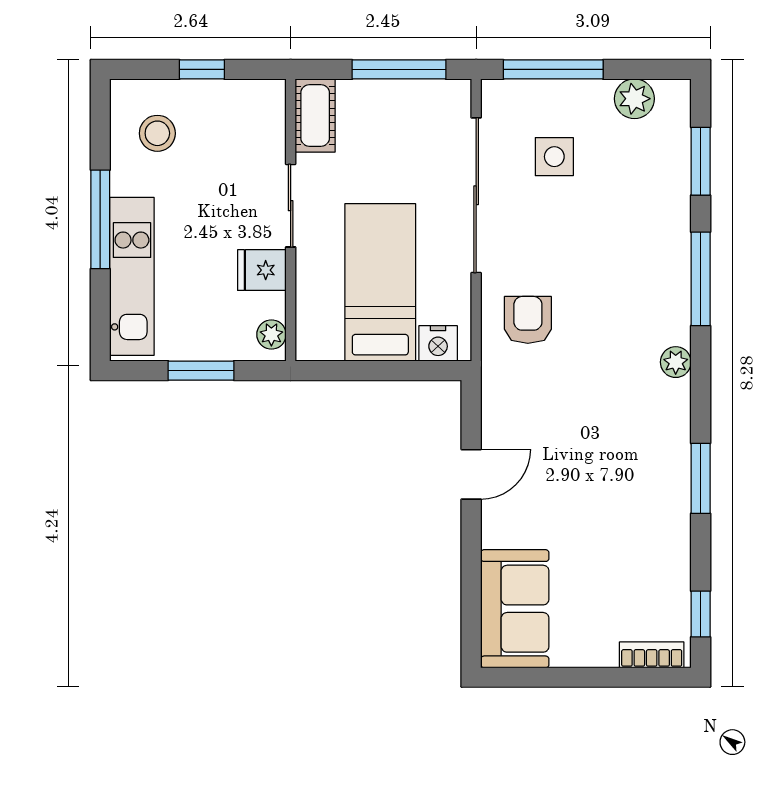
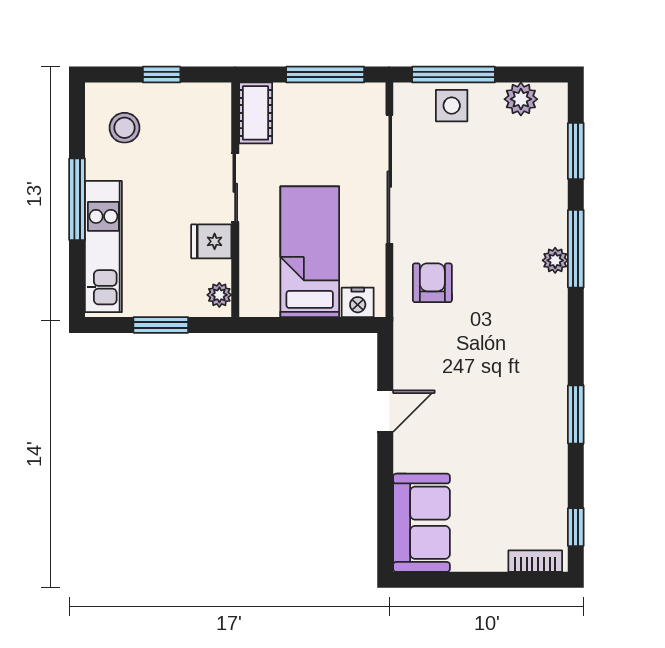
side table: (554, 157) -> (452, 106), moved
plant: (676, 362) -> (555, 260), moved

